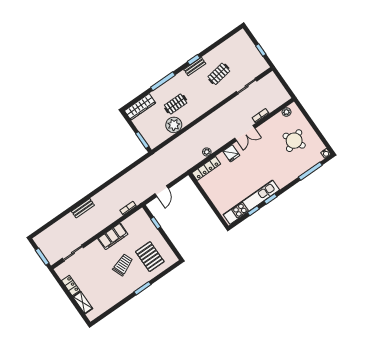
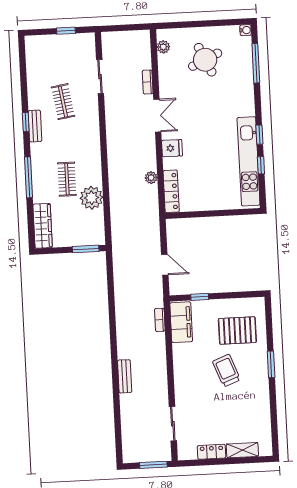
filing cabinet: (113, 236) -> (181, 322), moved

